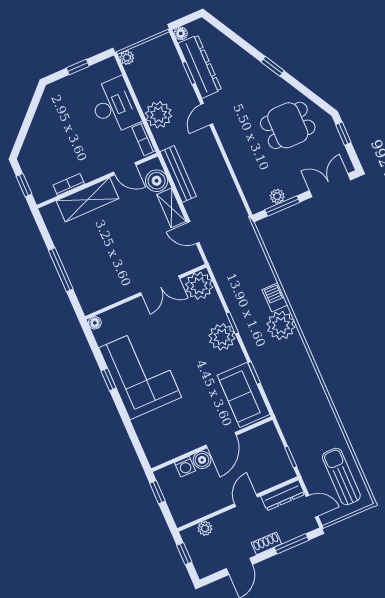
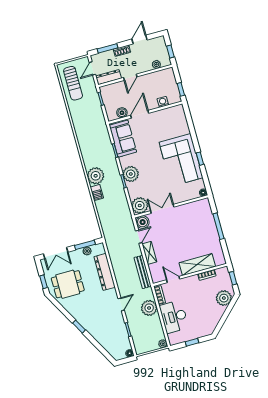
dresser: (200, 67) -> (105, 272), moved
dining table: (288, 125) -> (68, 284), moved
plant: (35, 149) -> (224, 298), added
boiler: (157, 181) -> (143, 222), moved
door: (193, 233) -> (139, 237), hinge flipped
boiler: (202, 460) -> (122, 113), moved
door: (312, 506) -> (92, 68), hinge flipped

